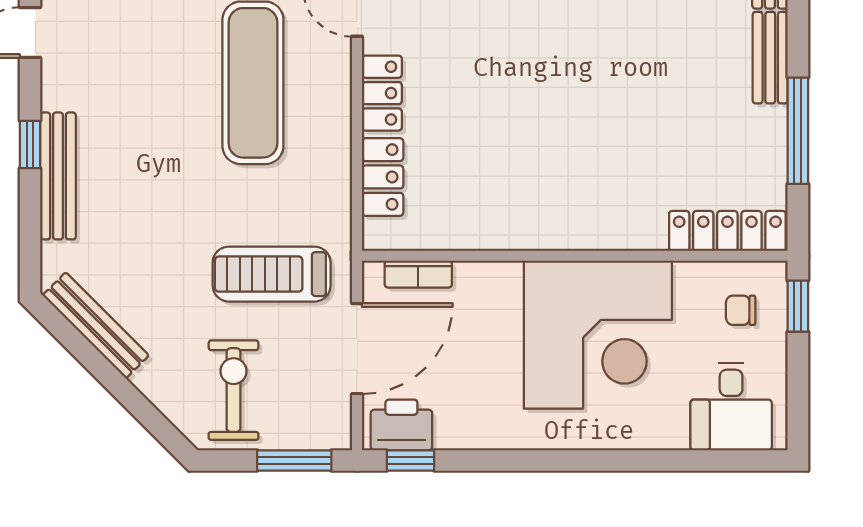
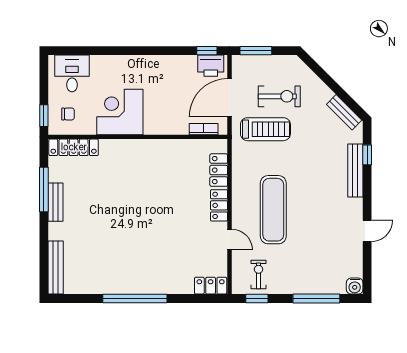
bench: (770, 58) -> (56, 202), moved
window: (30, 145) -> (367, 155), moved
bench: (96, 325) -> (344, 112), width x0.73
corner desk: (598, 335) -> (120, 112), width x0.74, depth x0.74
exercise bike: (234, 390) -> (279, 96), moved, turned -90

